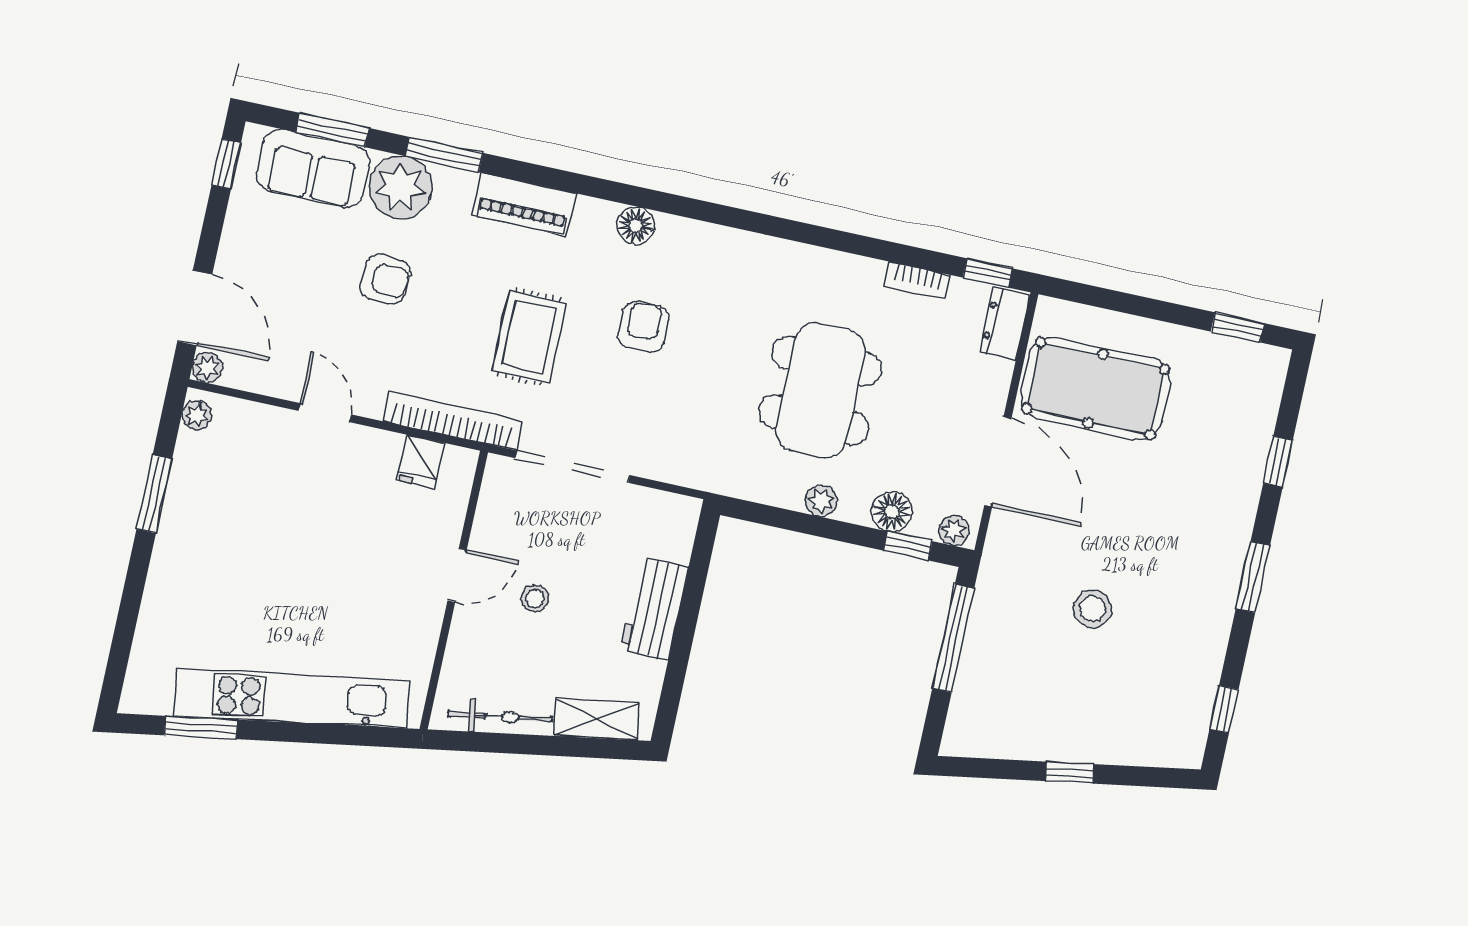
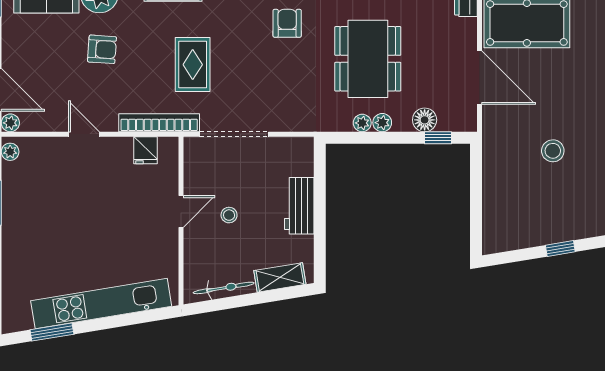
armchair: (643, 327) -> (287, 23), moved
plant: (954, 530) -> (362, 123), moved
window: (953, 638) -> (476, 185), removed

